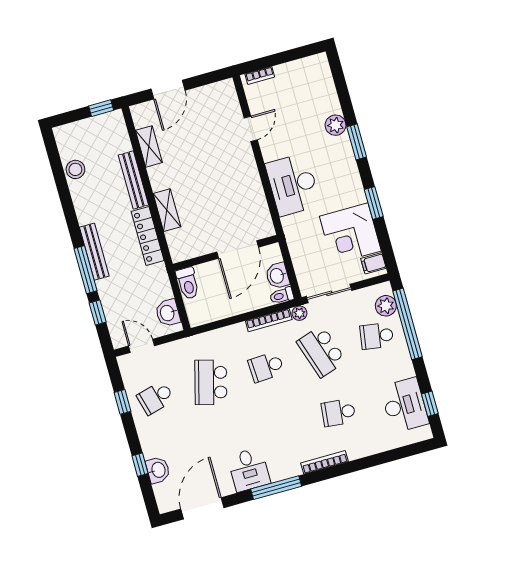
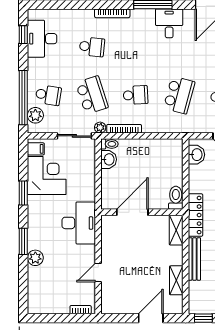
door: (238, 250) -> (132, 212), moved
wall: (226, 253) -> (142, 212), moved
toilet: (188, 283) -> (176, 198), moved

